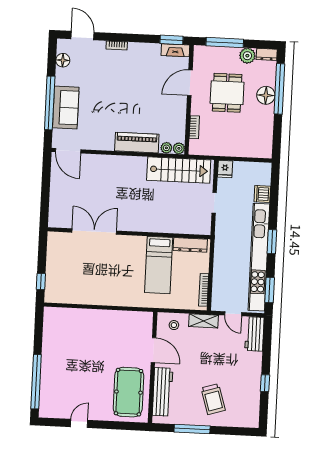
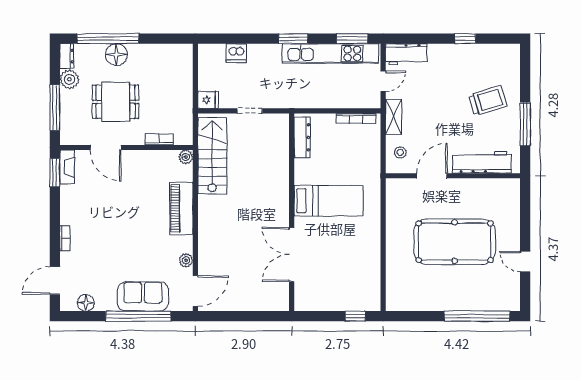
plant: (166, 148) -> (186, 260), moved
kitchen unit: (259, 257) -> (330, 54), width x0.73
bed: (159, 265) -> (329, 201), moved
pool table: (128, 392) -> (455, 242), moved, width x1.36, depth x1.32

